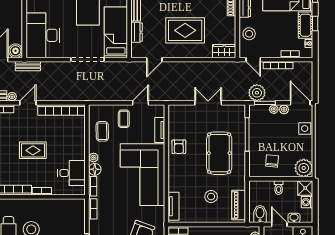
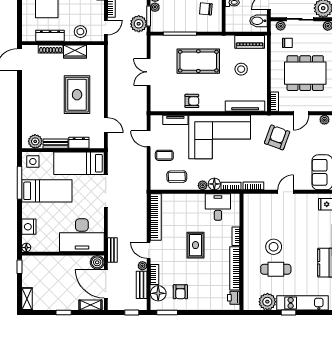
wardrobe: (224, 51) -> (75, 51), moved, turned -90
tv unit: (174, 206) -> (245, 106), width x1.41

